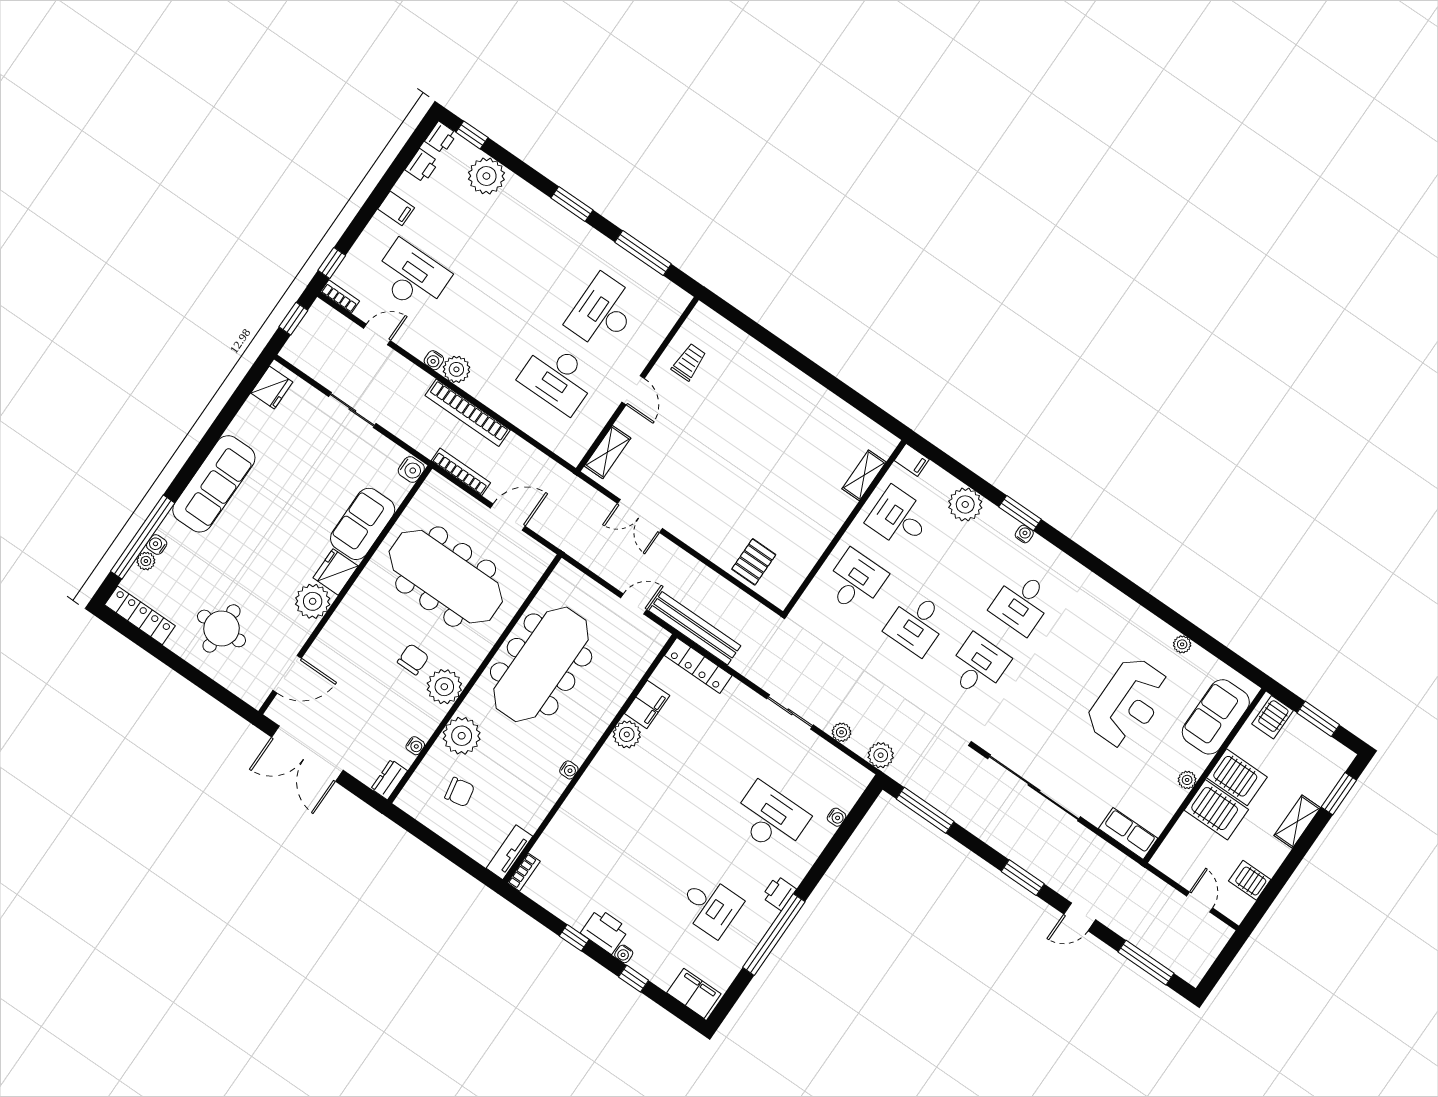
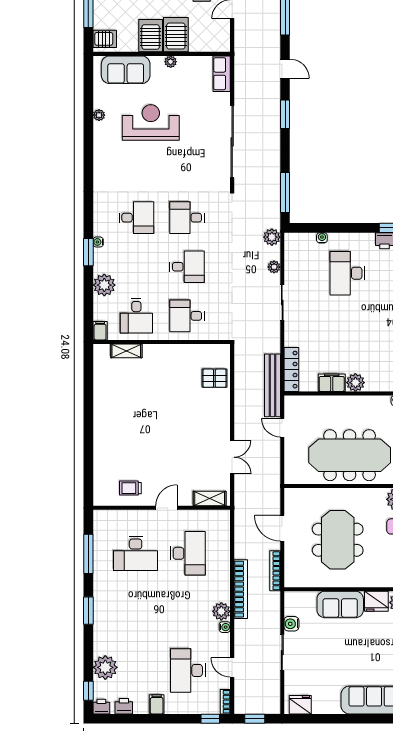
water cooler: (411, 470) -> (291, 624), moved, turned -90
meeting table: (446, 577) -> (338, 540), width x0.73

